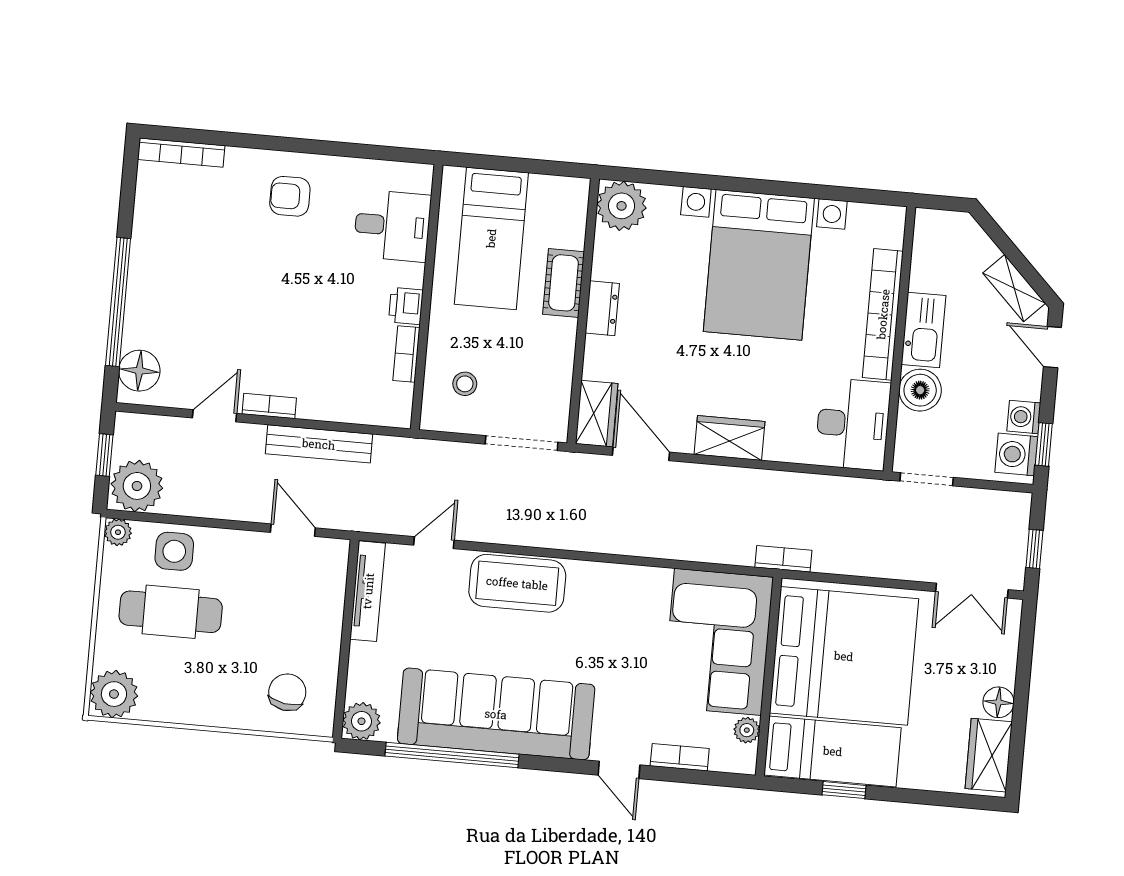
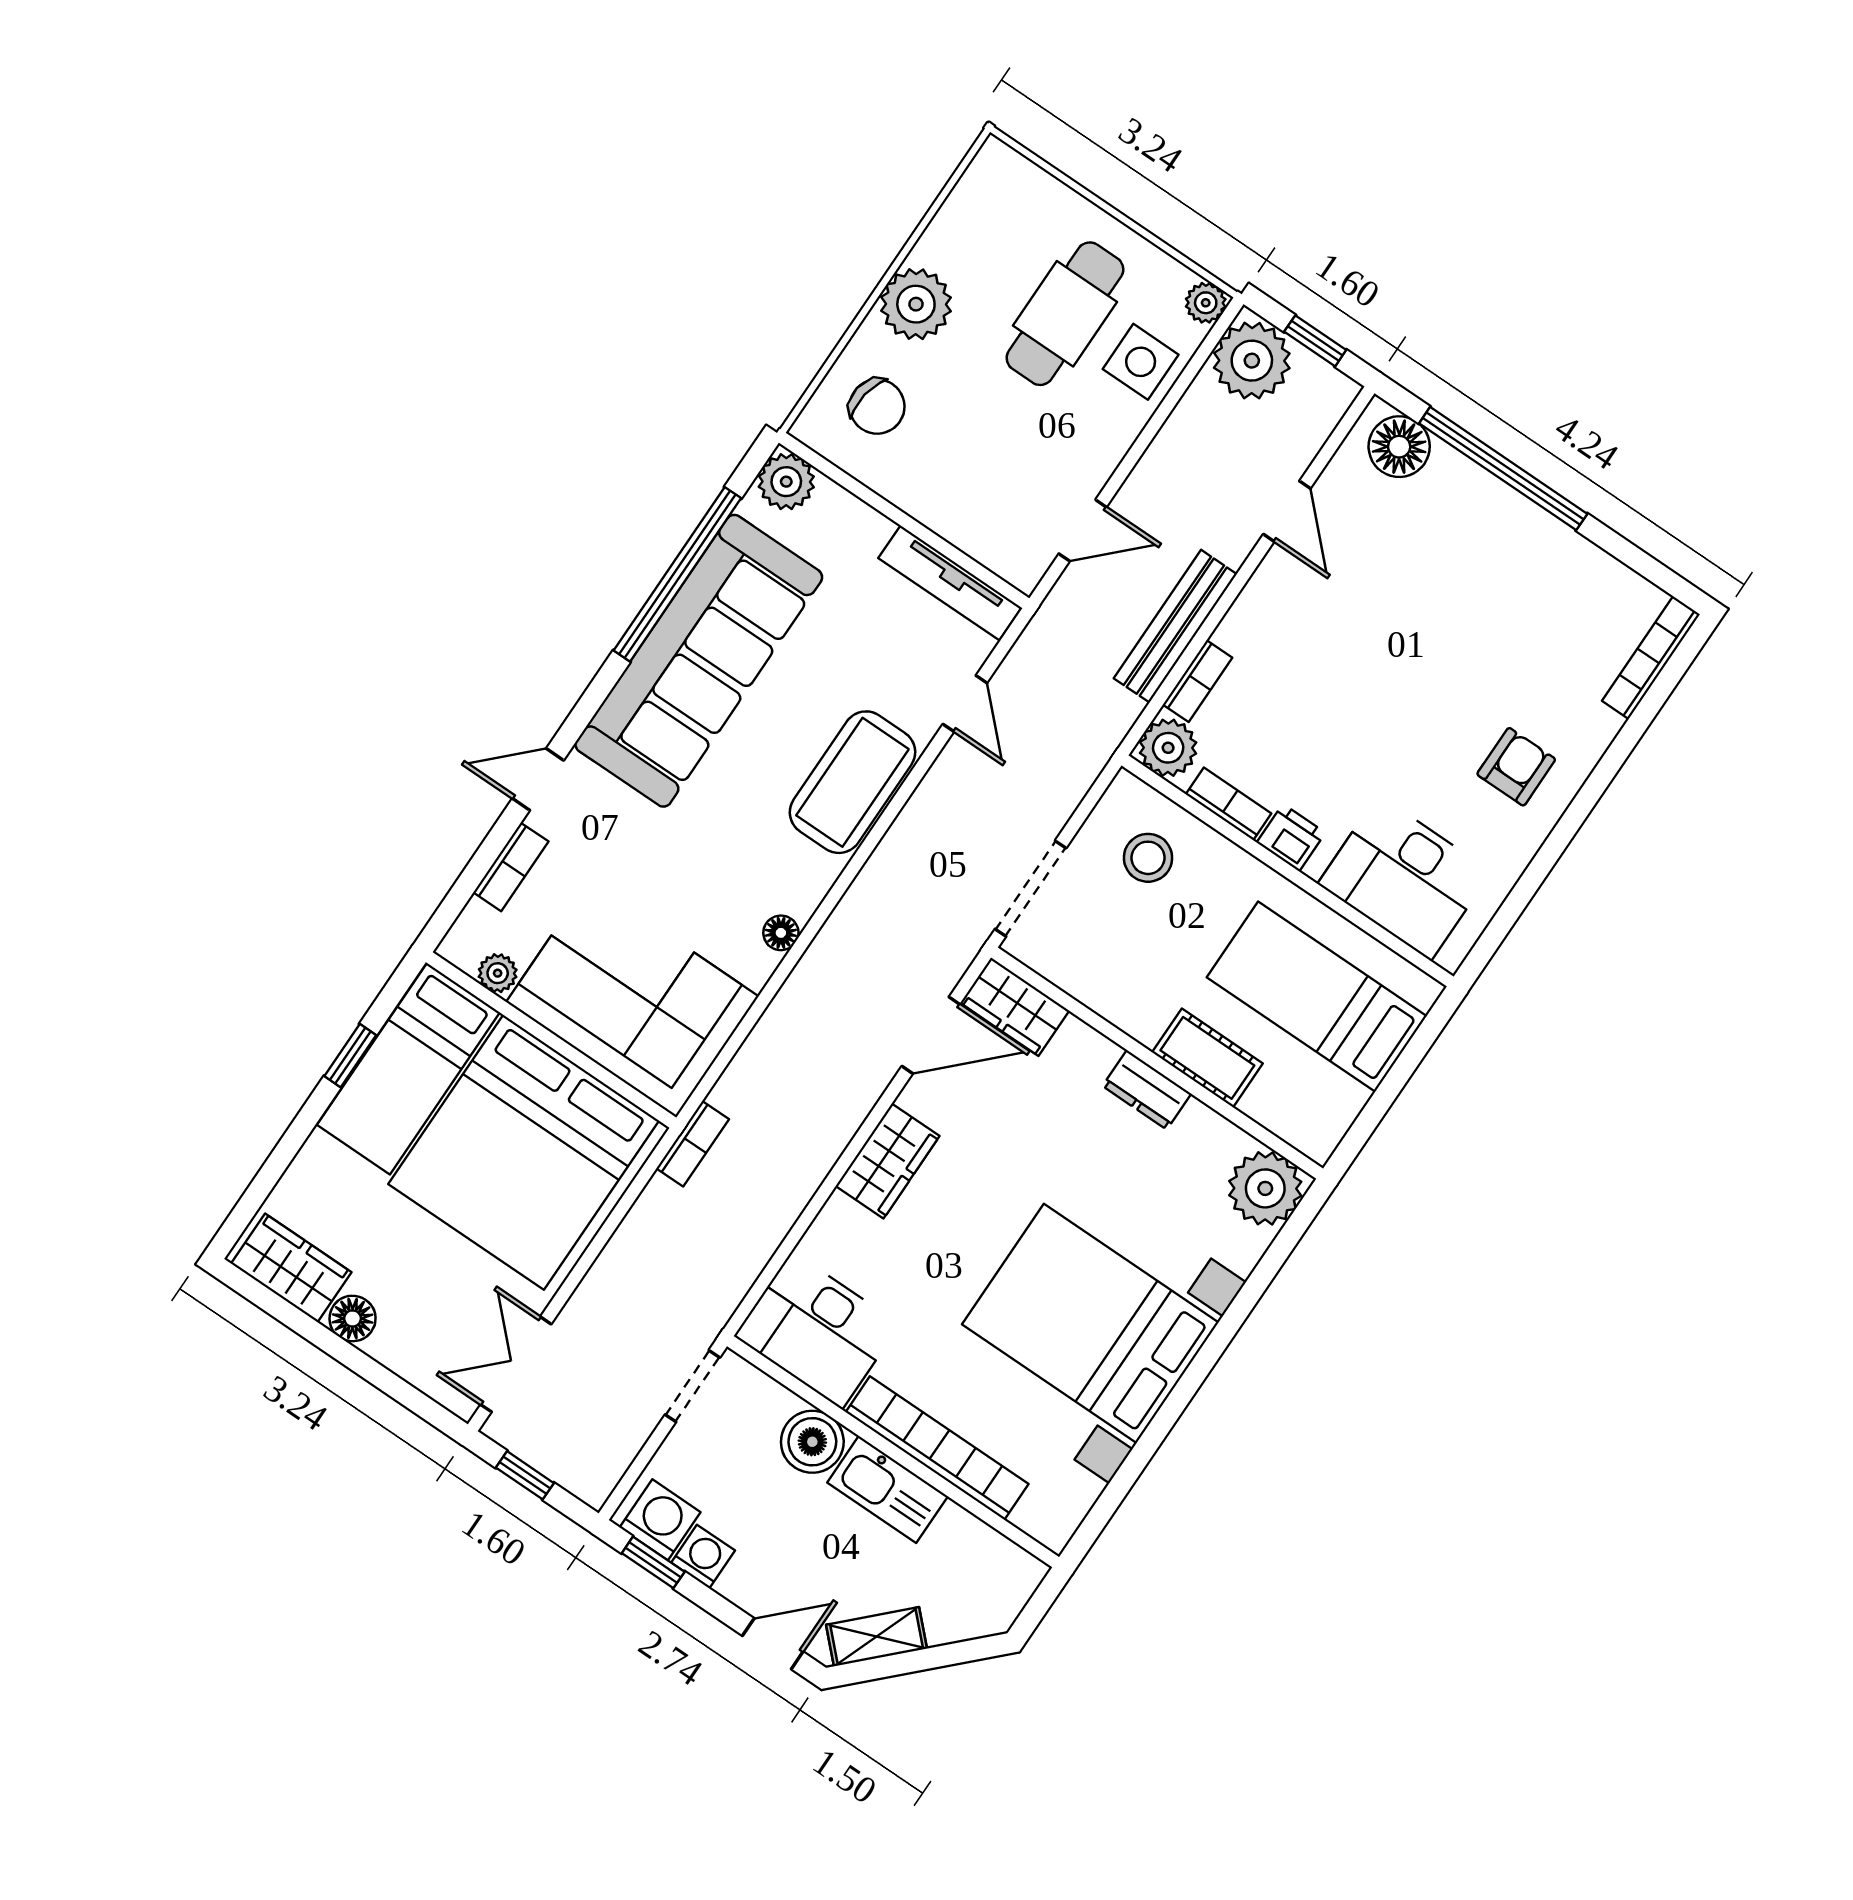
desk: (392, 226) -> (1405, 878), width x1.37
stool: (465, 384) -> (1148, 858), width x1.37, depth x1.37
bookcase: (269, 406) -> (1198, 681), moved
plant: (393, 408) -> (1168, 748), added
floor lamp: (630, 576) -> (781, 933), added
plant: (114, 694) -> (916, 304), moved

